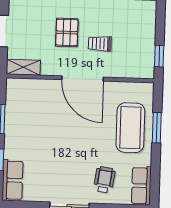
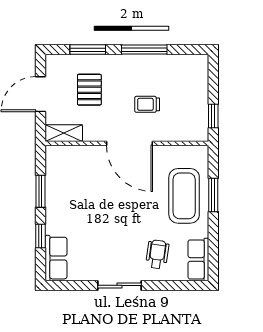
pallet: (67, 32) -> (89, 90), moved

